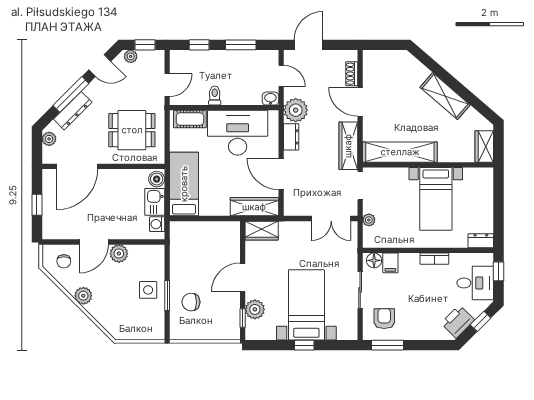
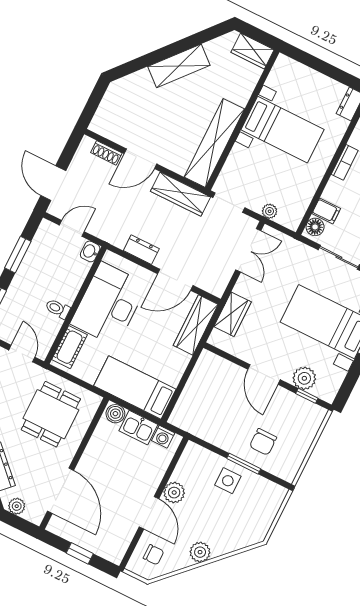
plant: (296, 110) -> (115, 231), removed
wardrobe: (262, 231) -> (232, 314), moved

